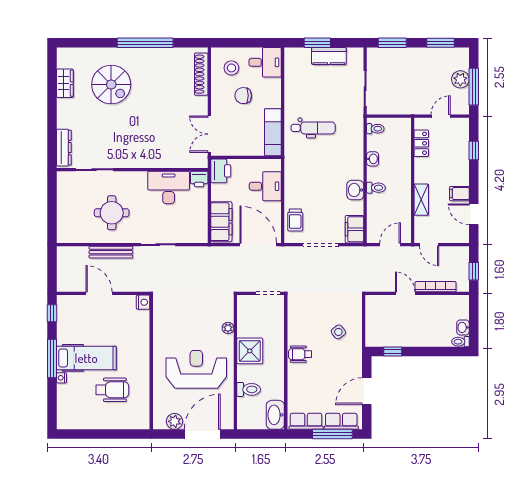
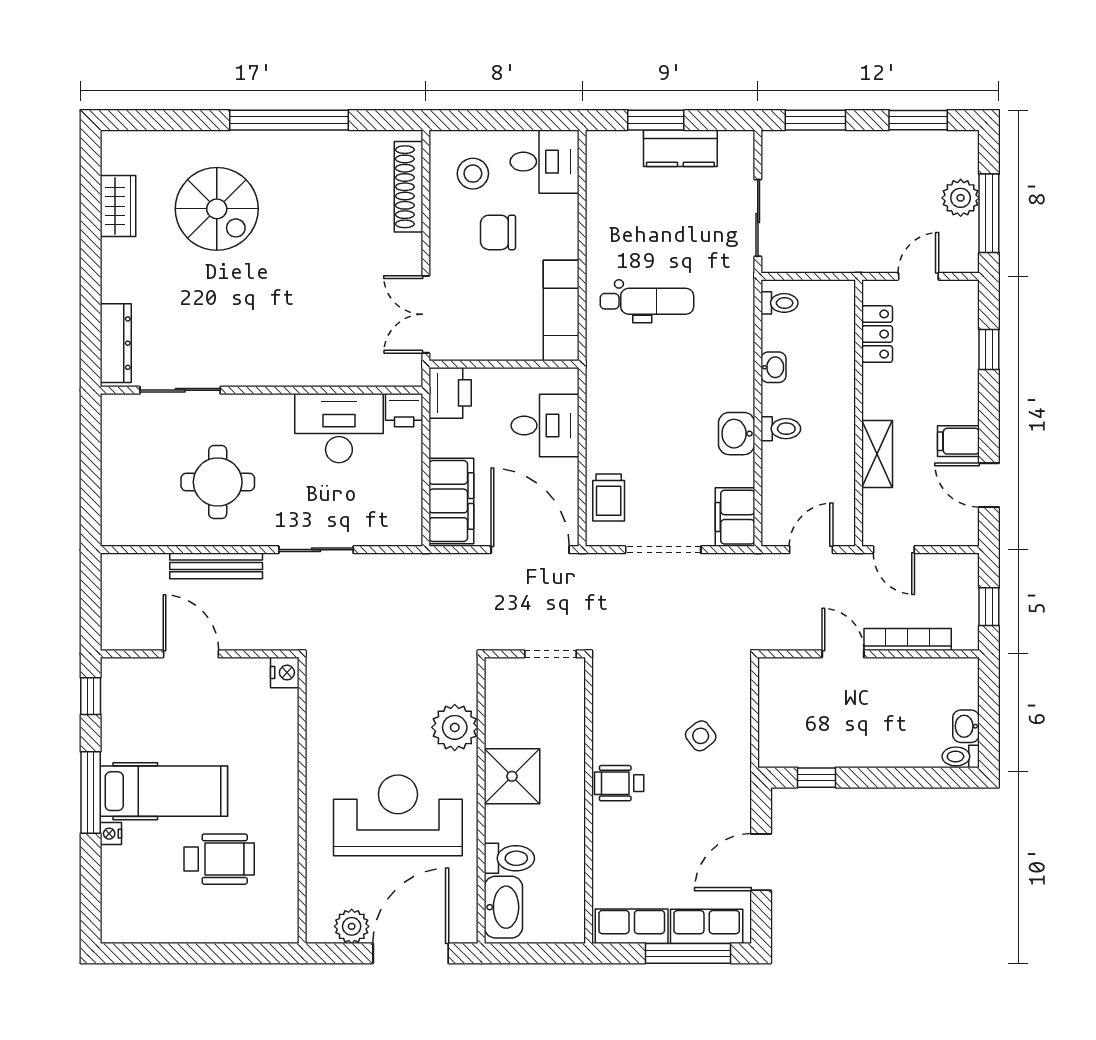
plant: (228, 328) -> (455, 727), width x1.87, depth x1.87
washbasin: (275, 415) -> (503, 907), moved, turned 180

